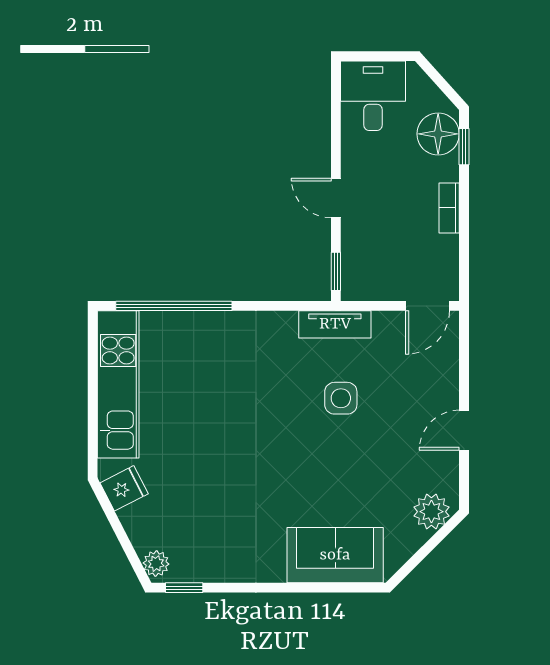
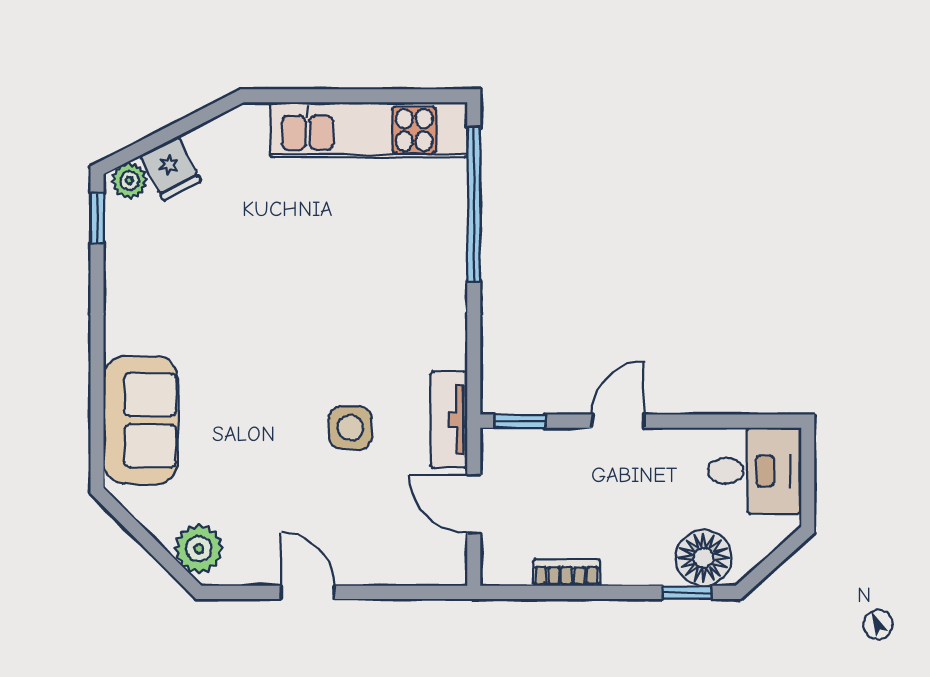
bookcase: (449, 208) -> (567, 573), moved
door: (427, 306) -> (474, 504), moved
fridge: (124, 488) -> (171, 168), moved

